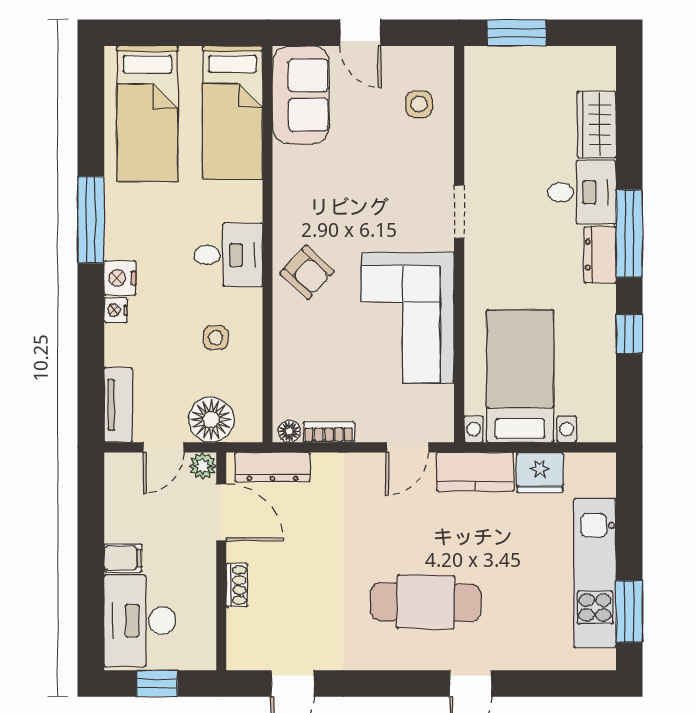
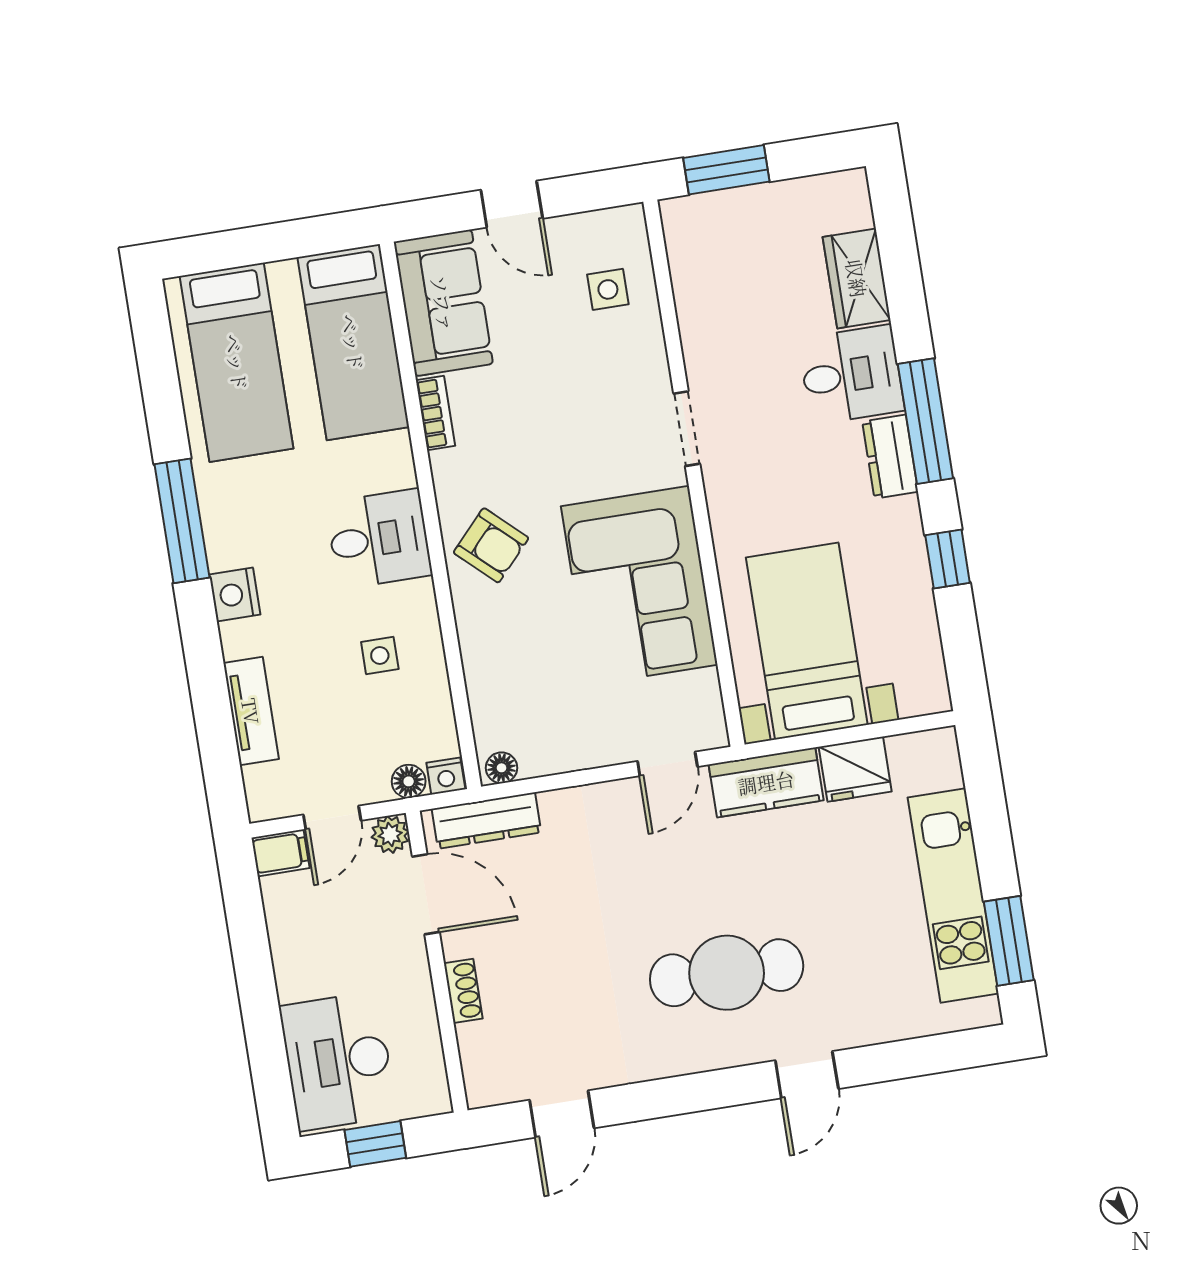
nightstand: (116, 310) -> (446, 776), moved, turned -90
tv unit: (118, 405) -> (251, 711), moved
floor lamp: (211, 420) -> (409, 781), width x0.53, depth x0.53
bookcase: (329, 432) -> (435, 413), moved, turned 90
filing cabinet: (123, 558) -> (280, 853), moved

